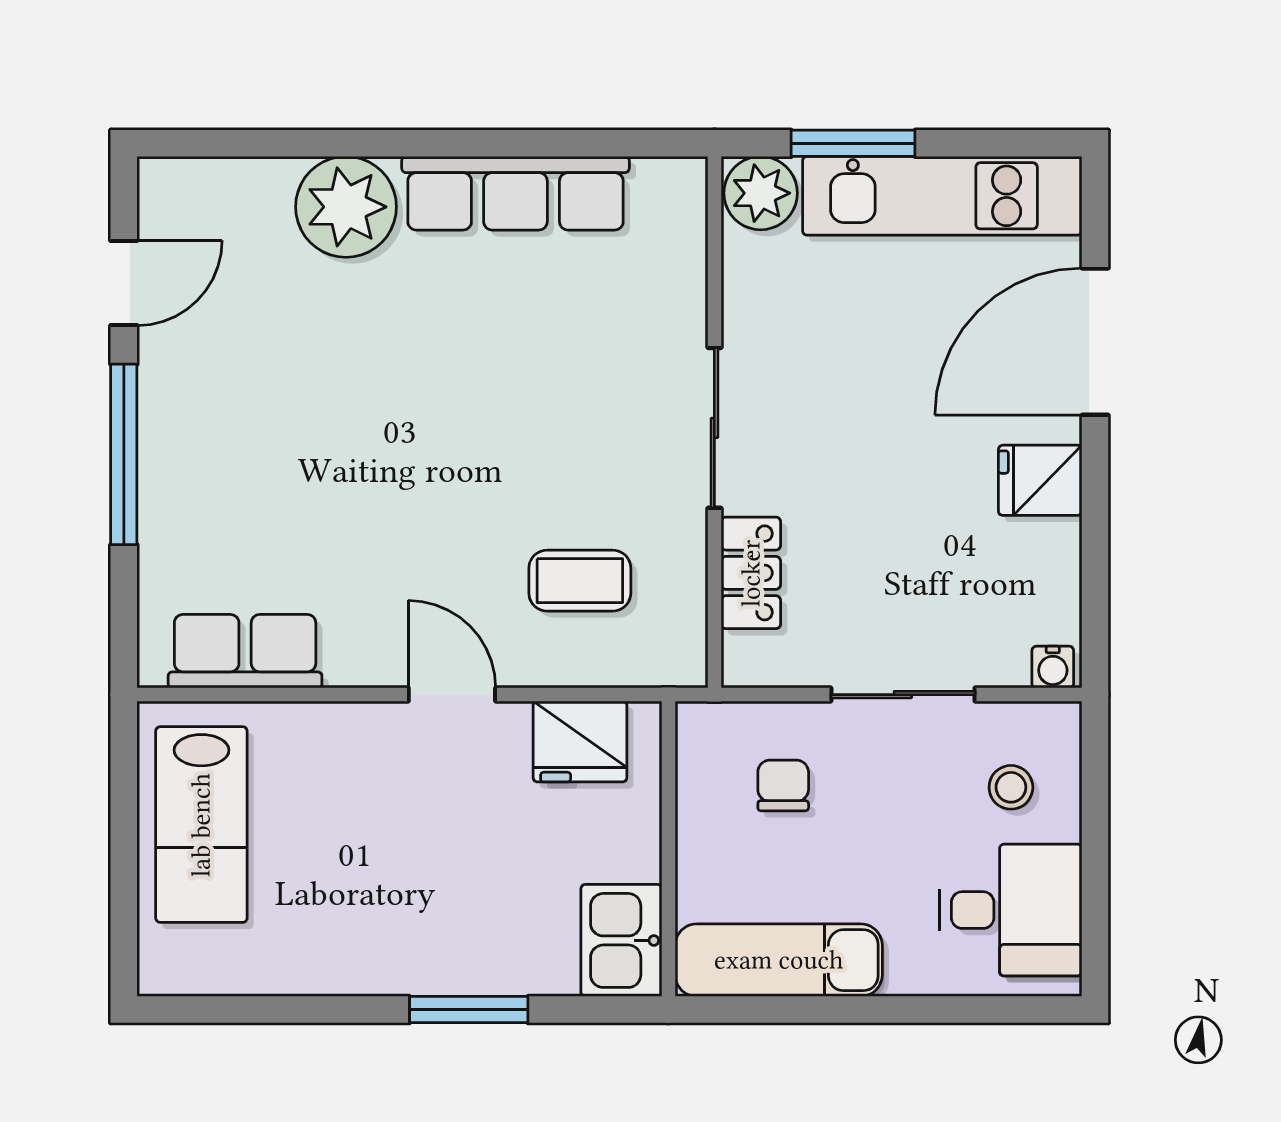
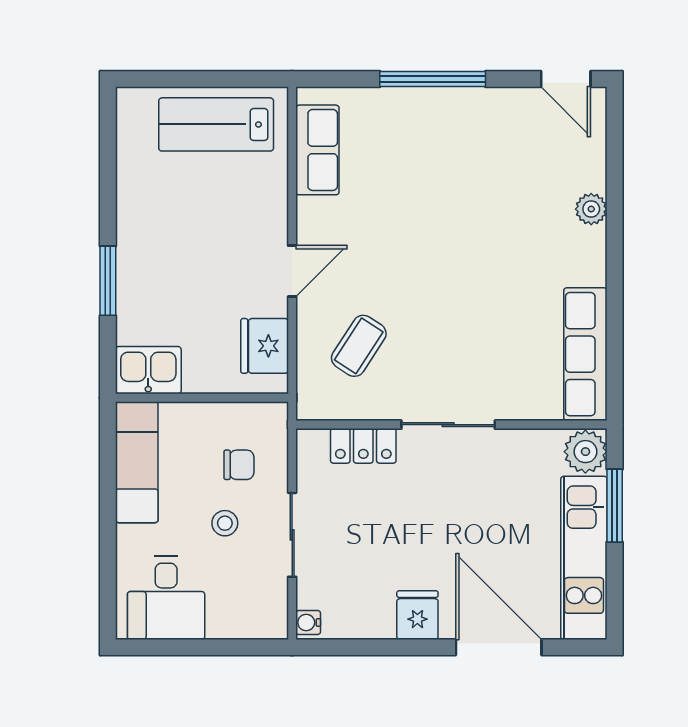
row of seats: (515, 193) -> (585, 354), moved
plant: (346, 207) -> (591, 209), width x0.53, depth x0.53
door: (124, 283) -> (566, 79), moved
coffee table: (580, 581) -> (359, 346), turned 33
stool: (1011, 787) -> (225, 523), moved

